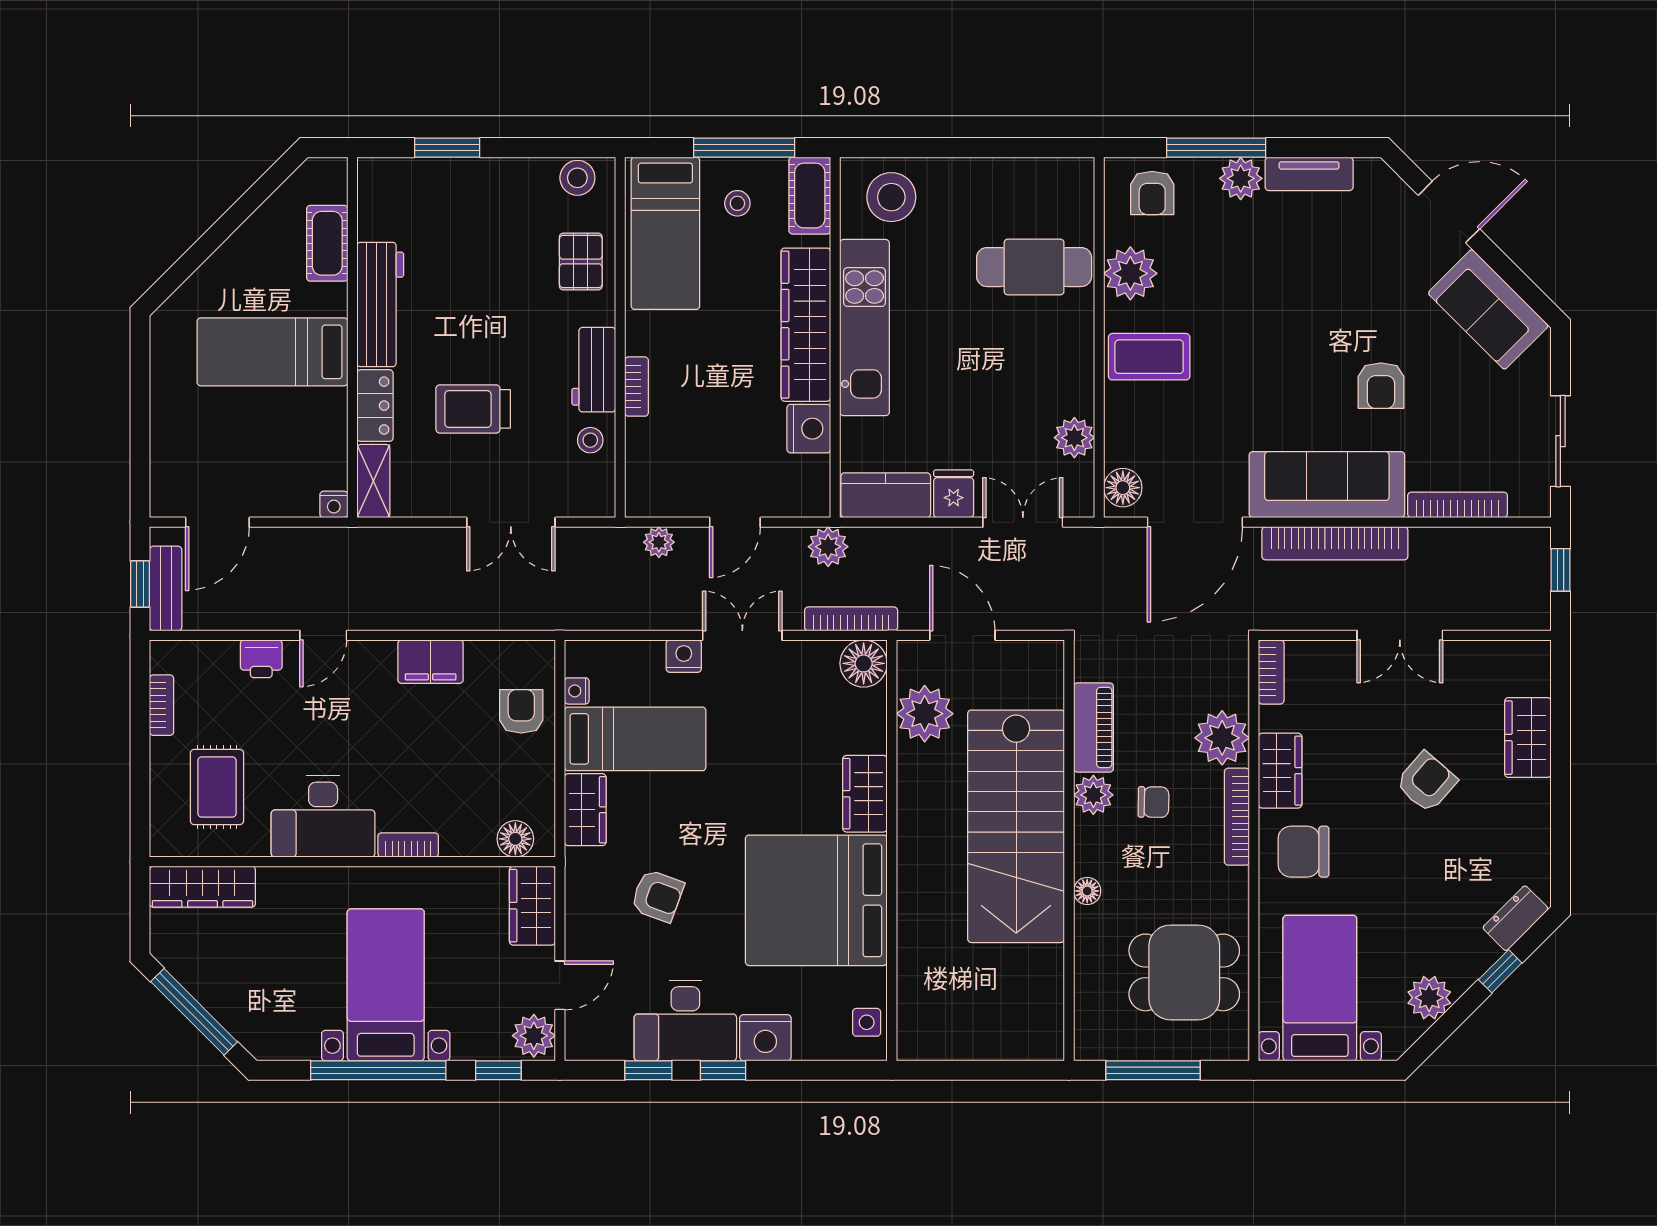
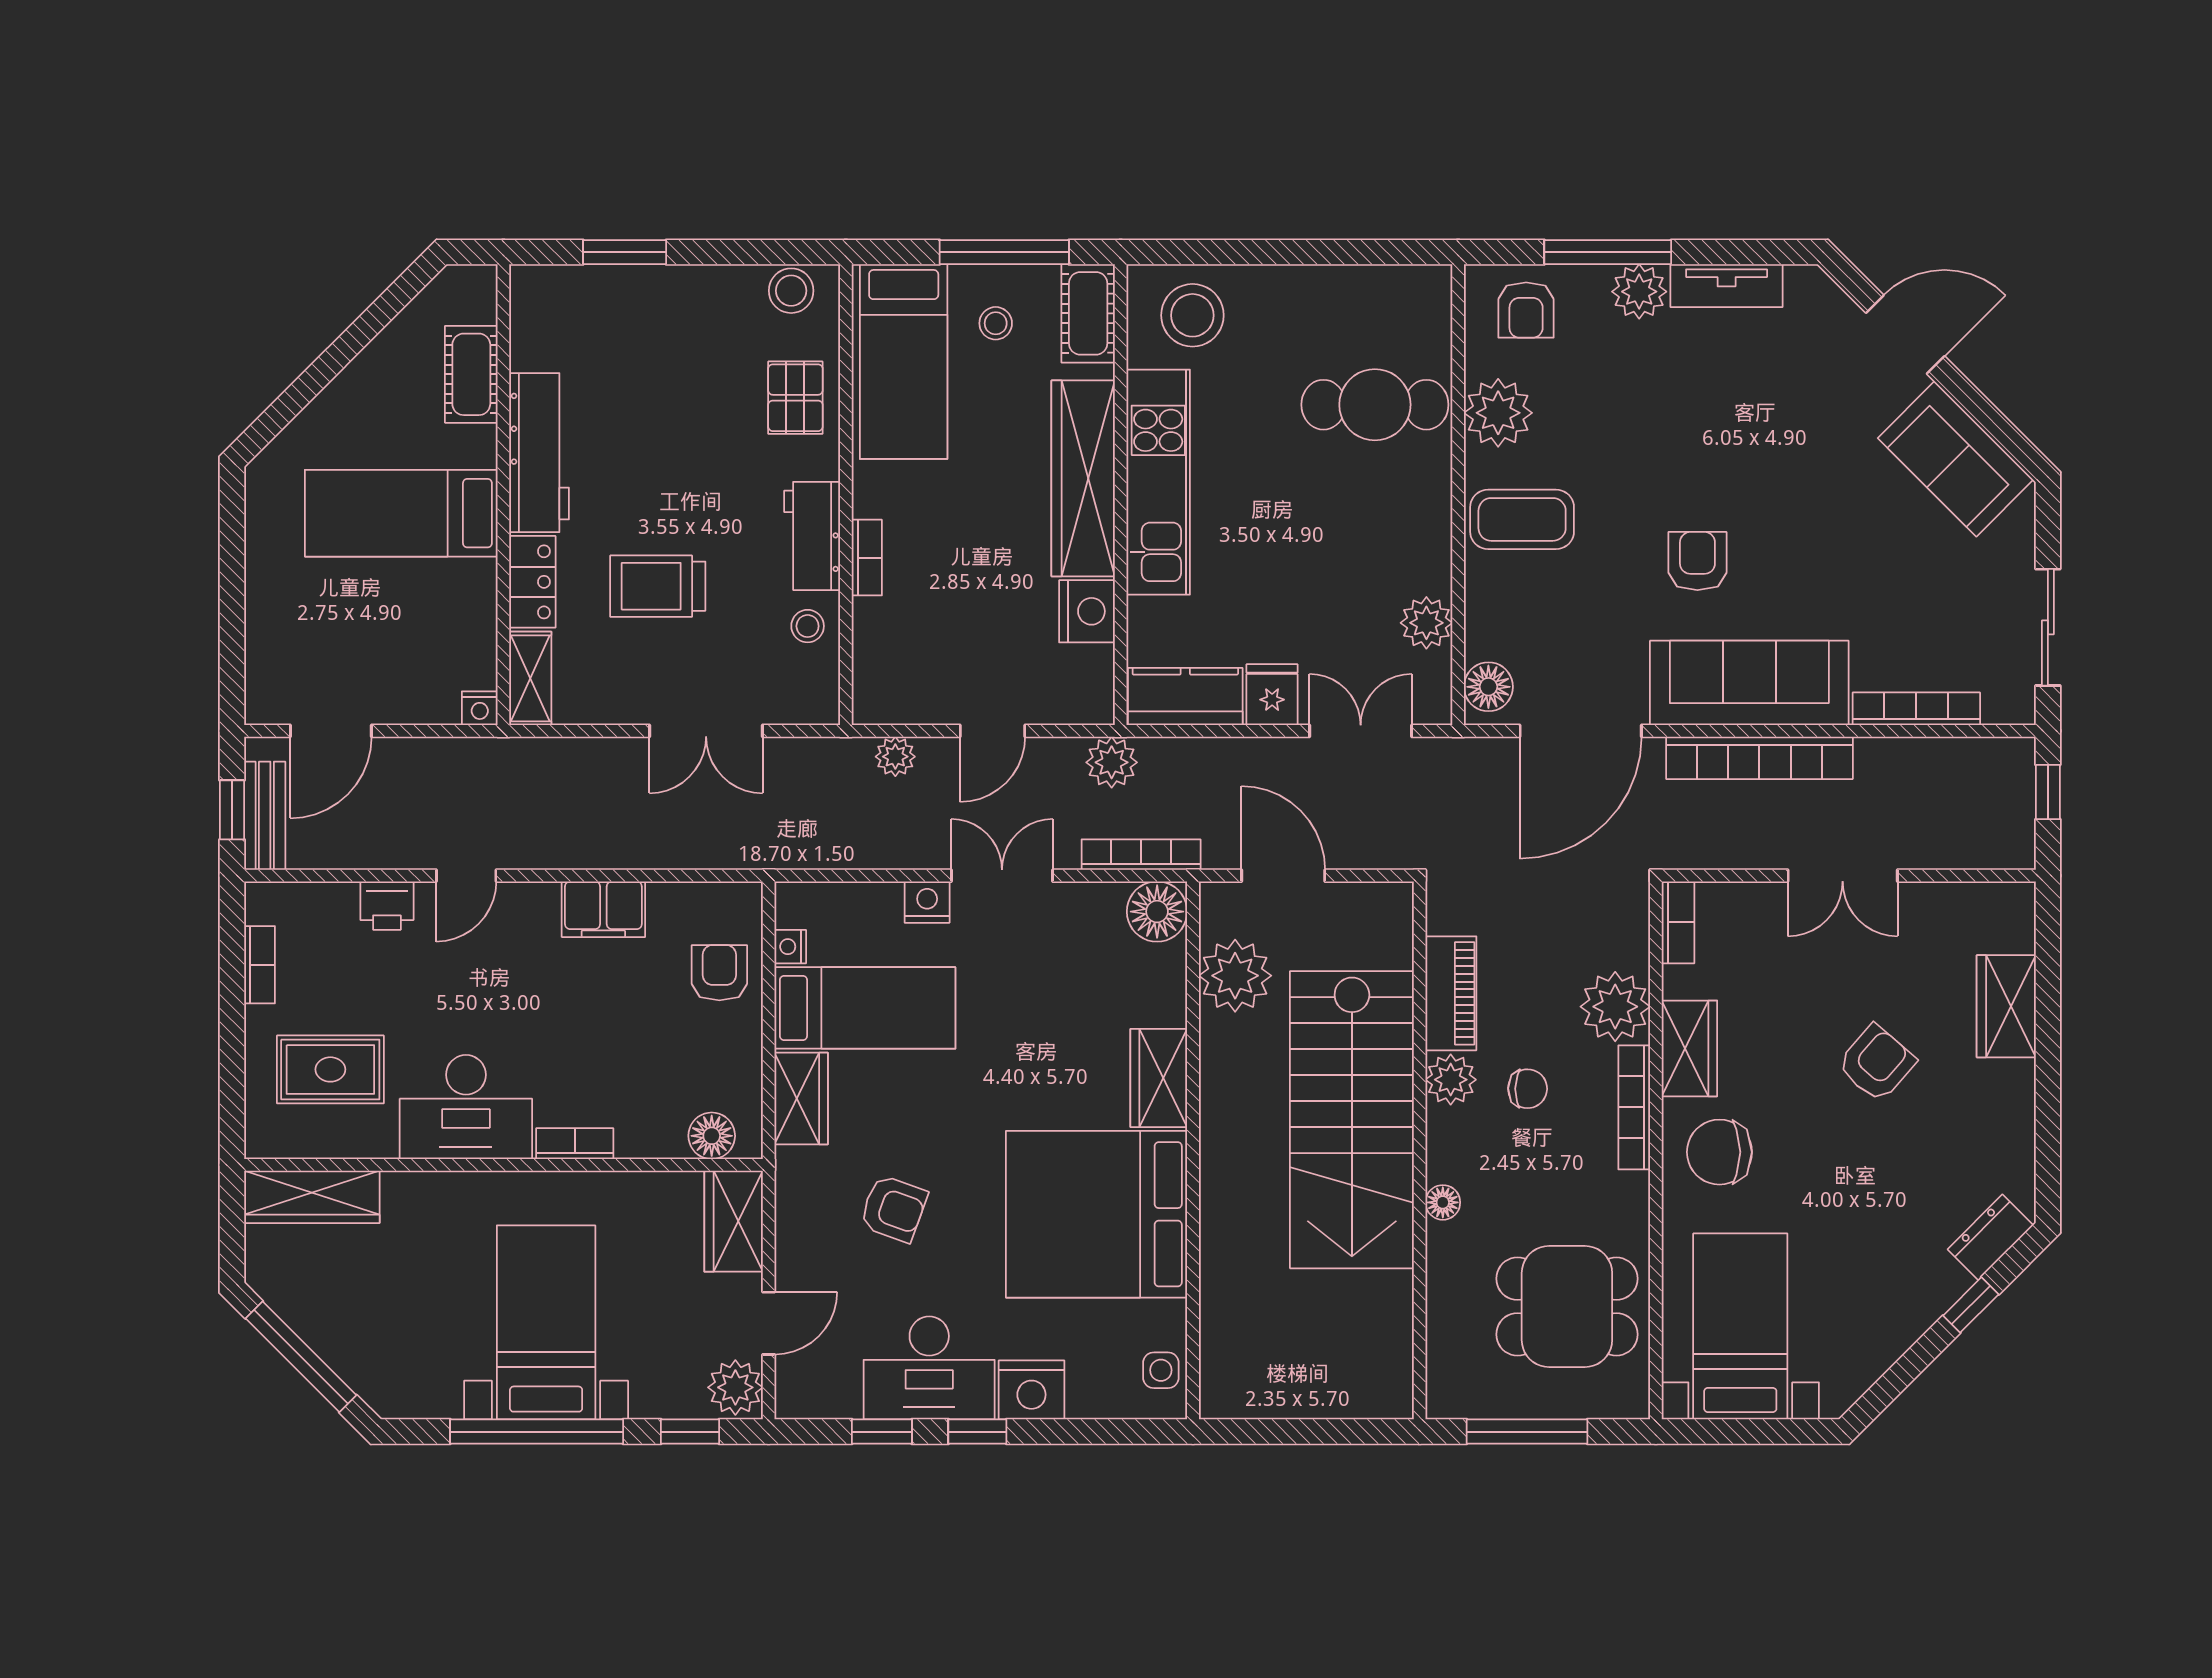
armchair: (1381, 386) -> (1697, 561), moved, turned 180
rug: (217, 787) -> (330, 1069), turned 90
plant: (1429, 998) -> (1880, 1339), removed

